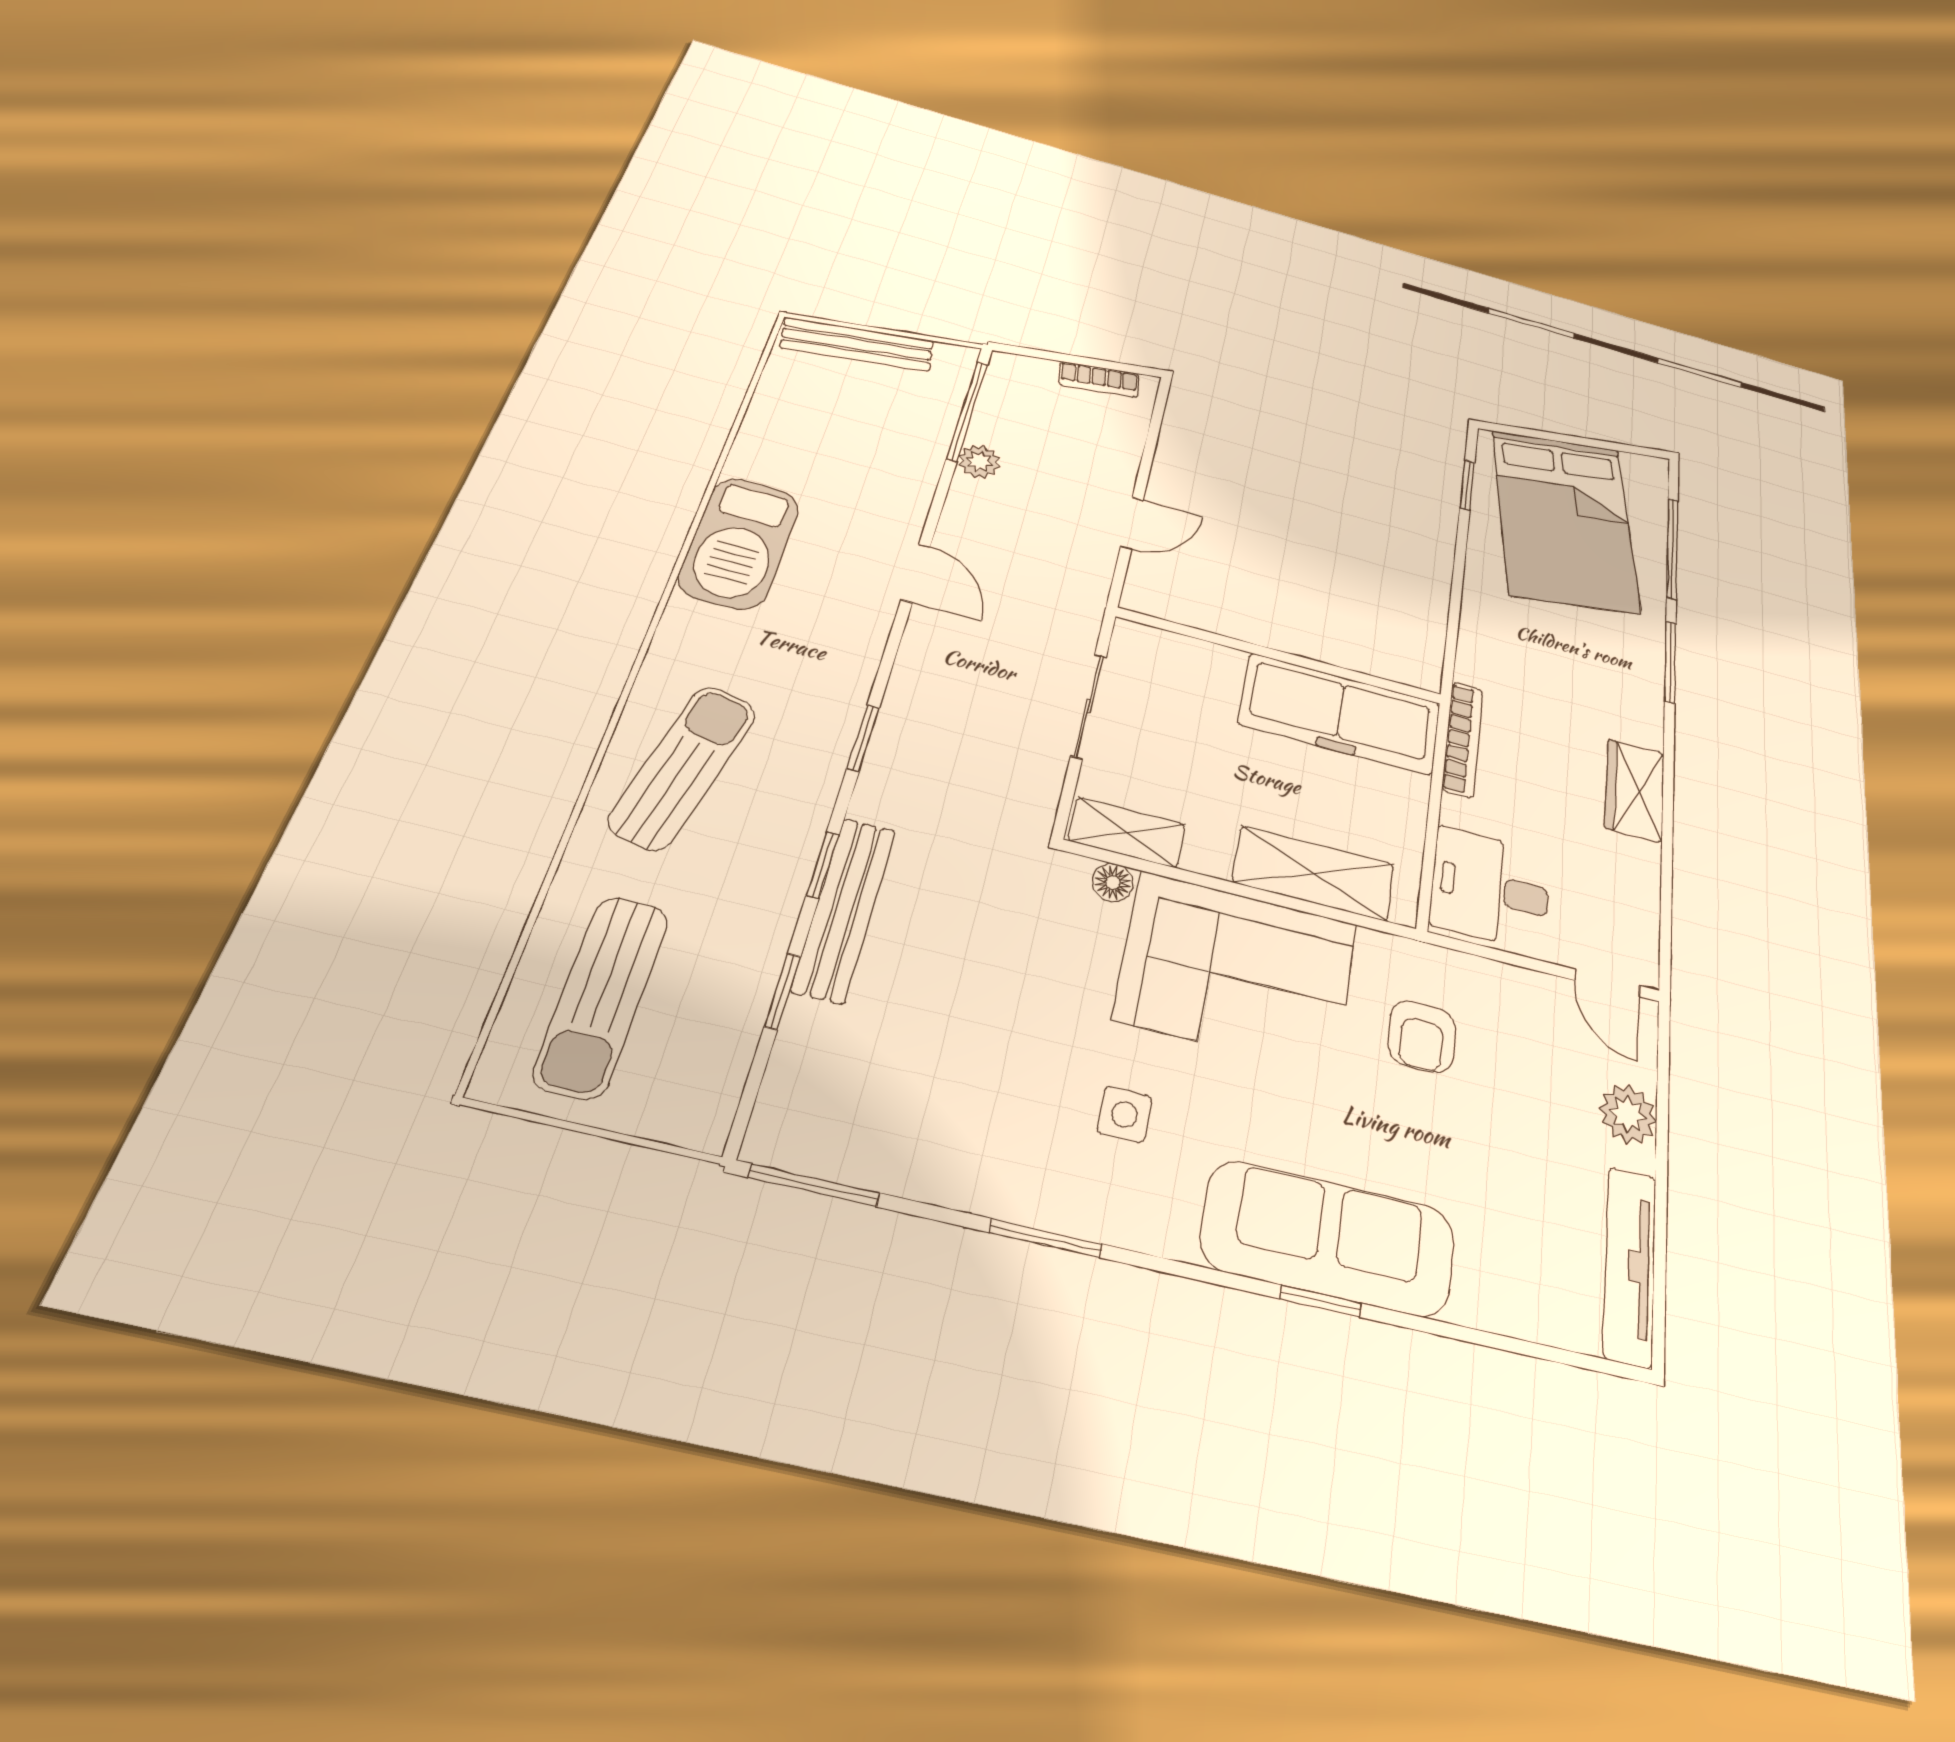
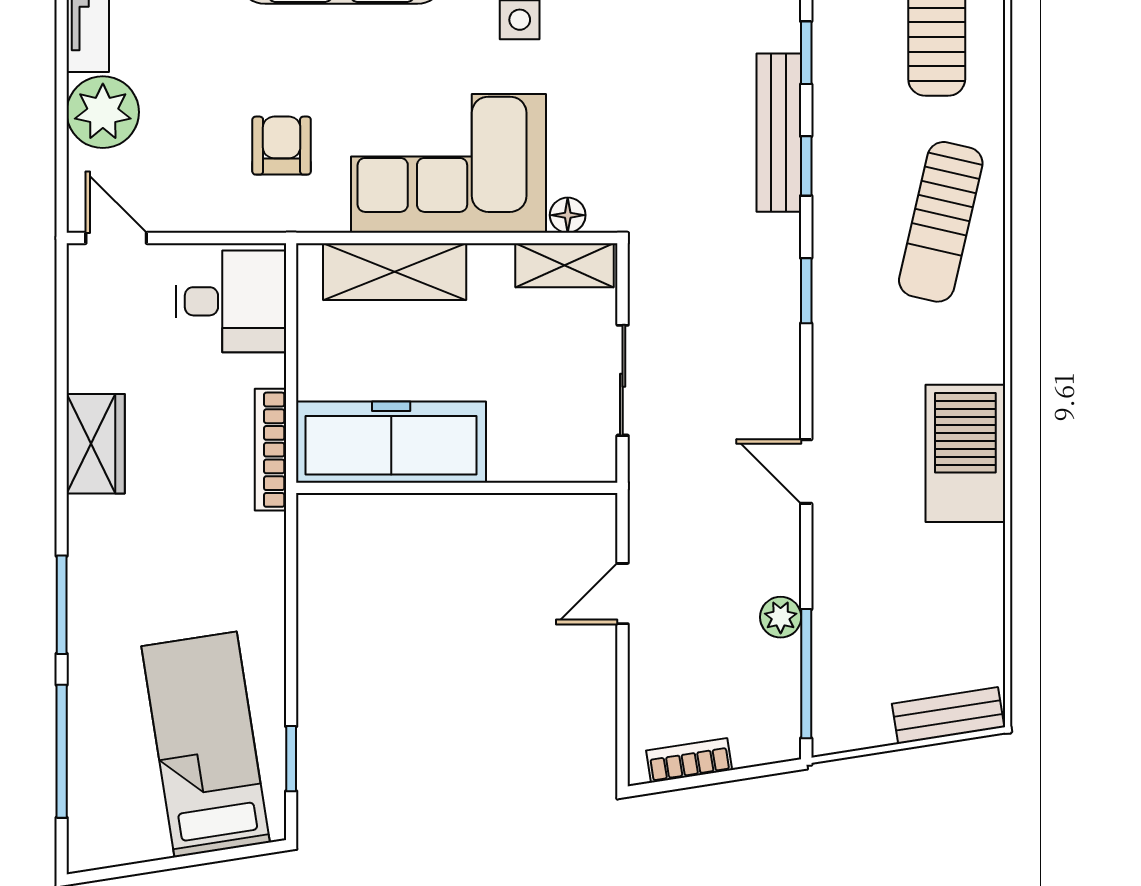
bench: (857, 344) -> (948, 716), width x0.73
bed: (1565, 520) -> (206, 744), width x0.67
plant: (1628, 1114) -> (103, 112), width x1.36, depth x1.36

